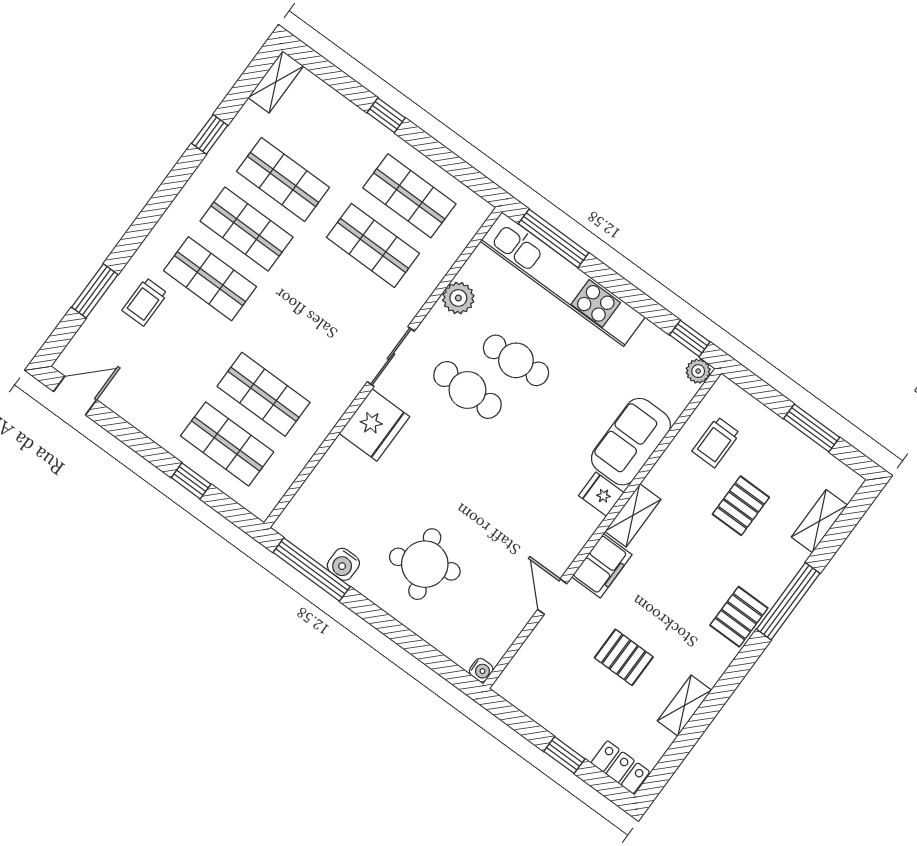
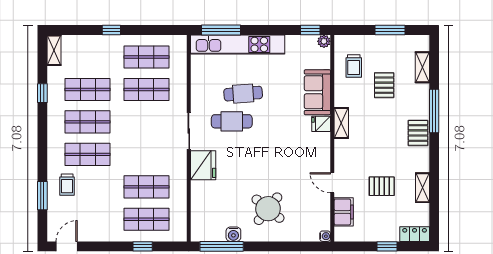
plant: (458, 298) -> (199, 85), removed
round table: (425, 564) -> (268, 209), turned -30
filing cabinet: (602, 566) -> (344, 212), moved

